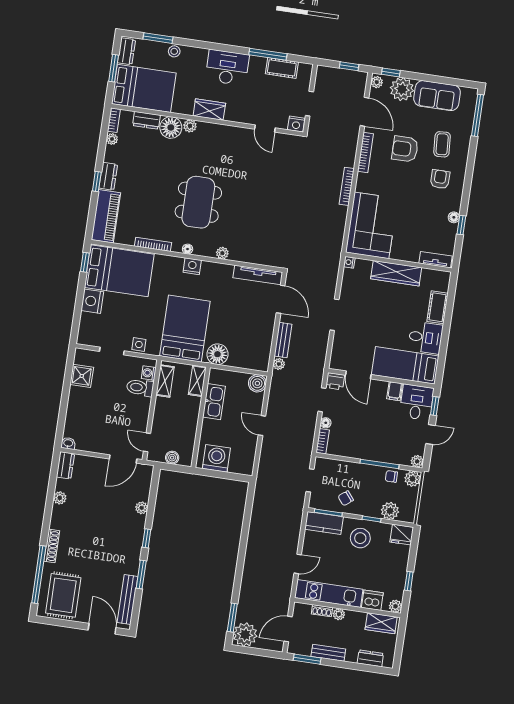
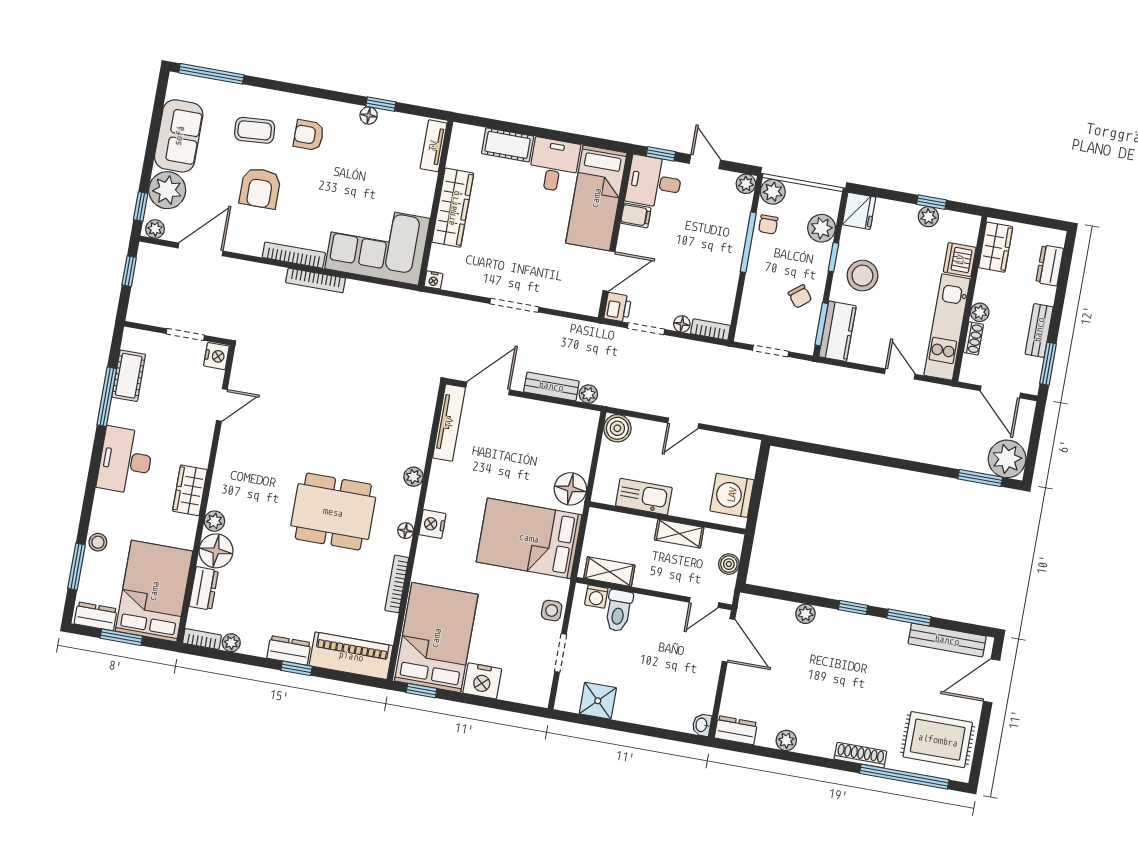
bookcase: (365, 152) -> (294, 255), moved
shelving: (197, 381) -> (679, 534), moved
plant: (395, 606) -> (928, 217), moved

